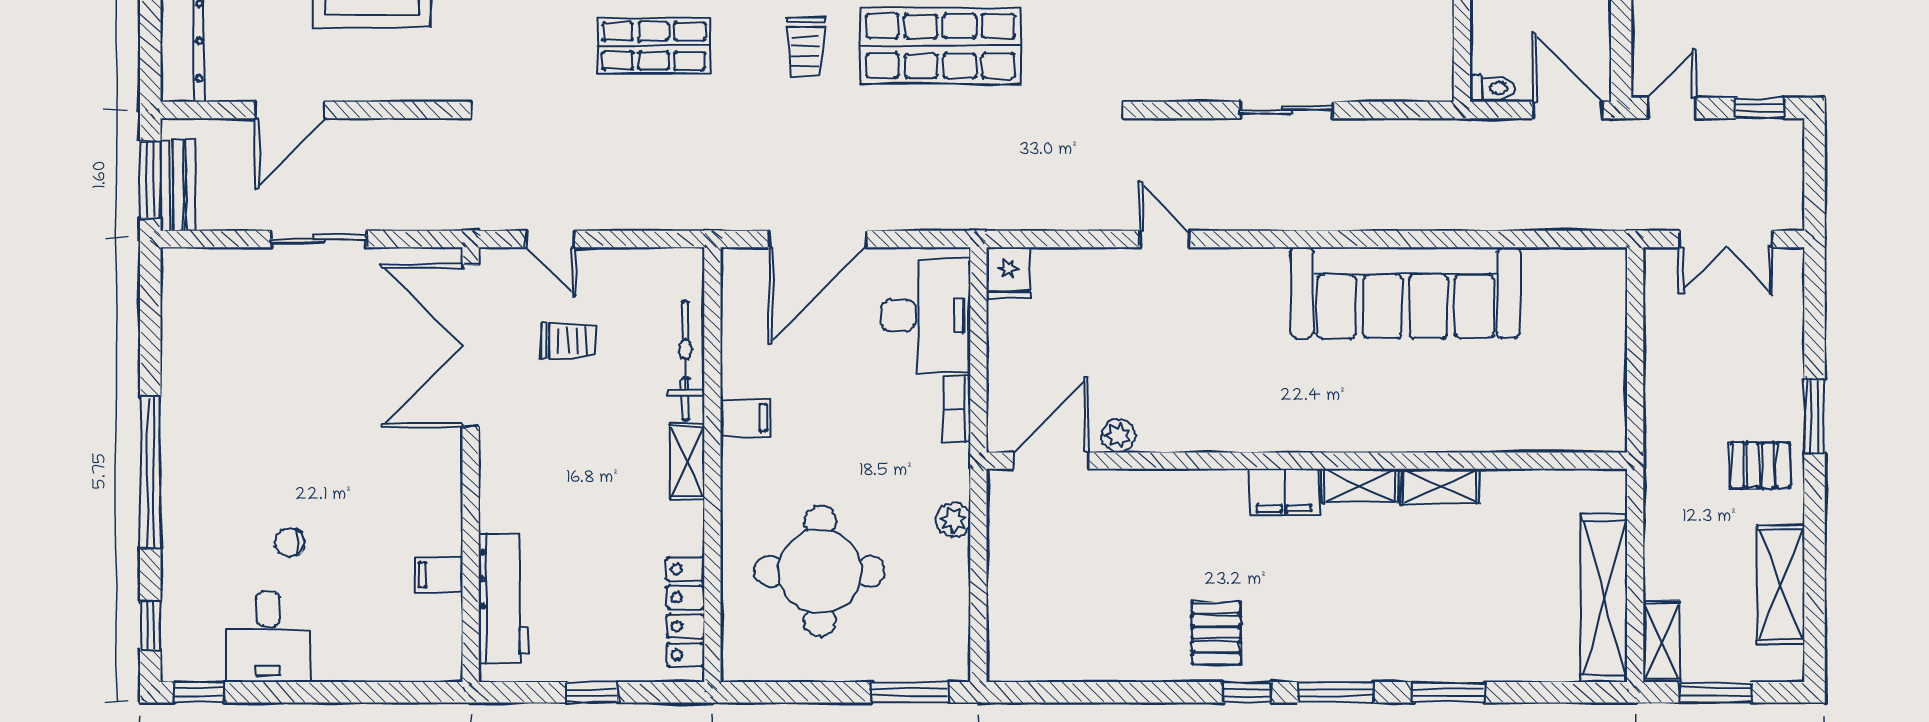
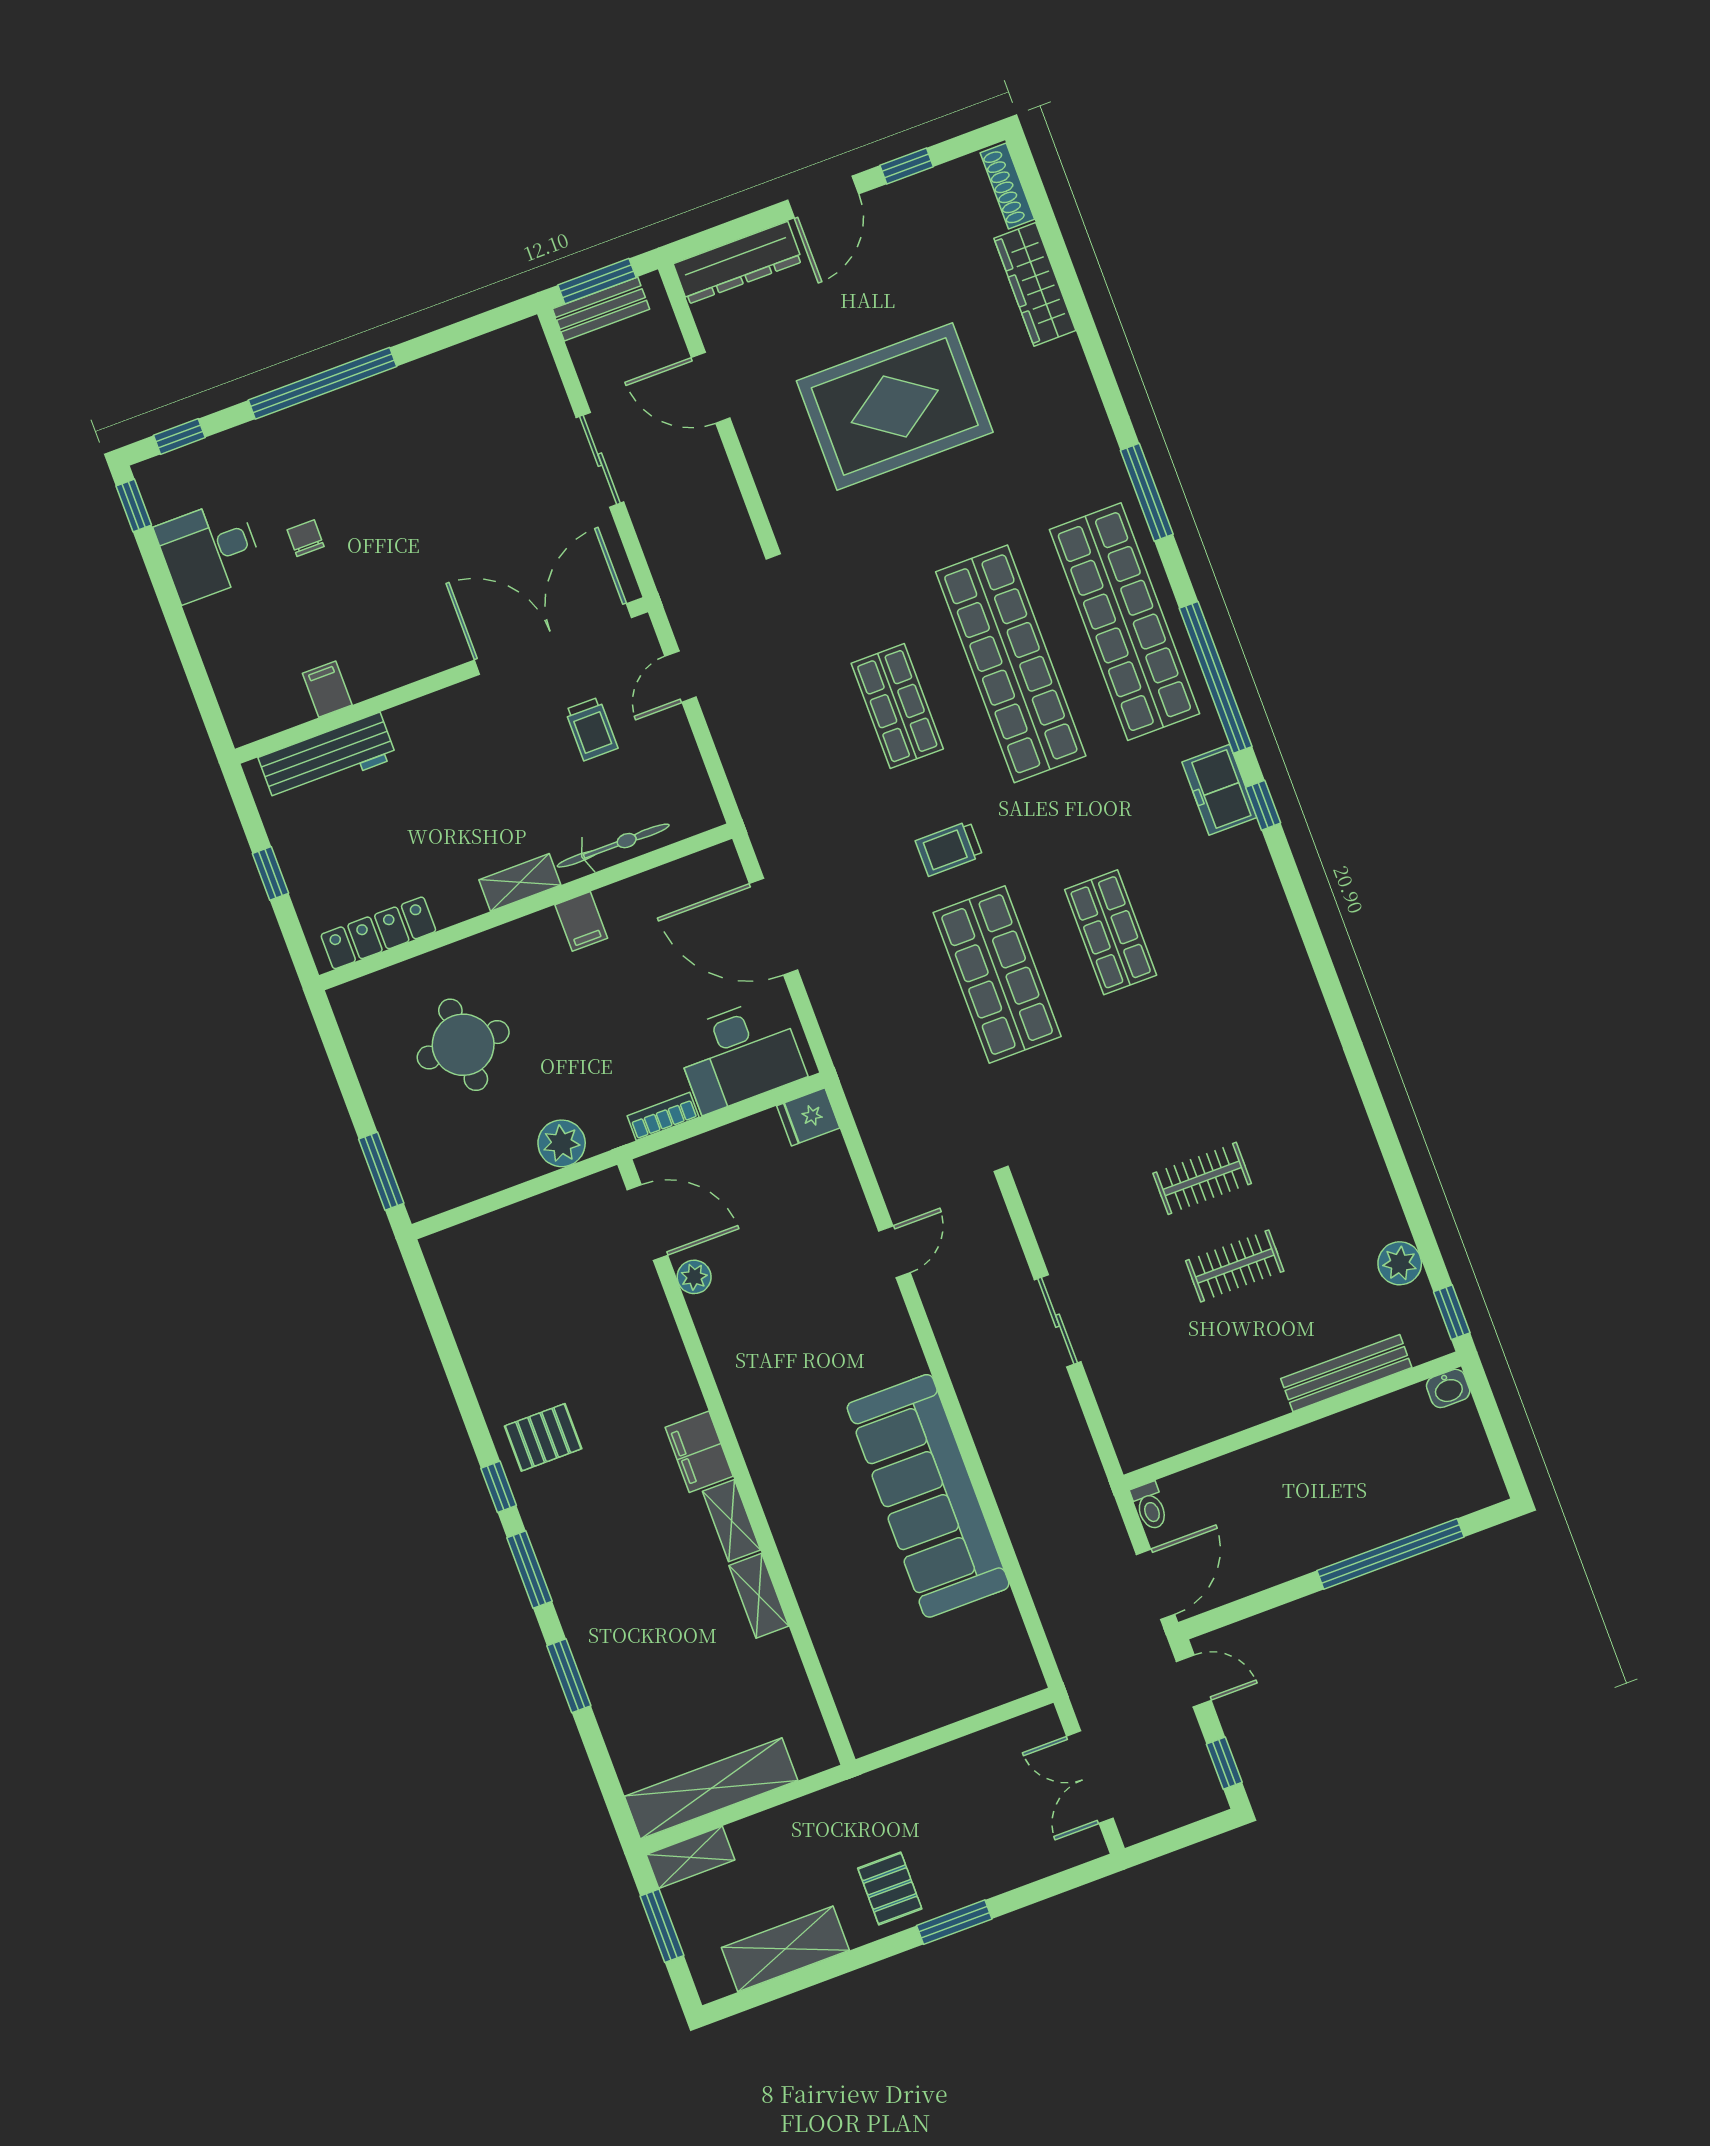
plant: (953, 520) -> (562, 1143), width x1.38, depth x1.38
round table: (820, 571) -> (463, 1045), width x0.73, depth x0.73

